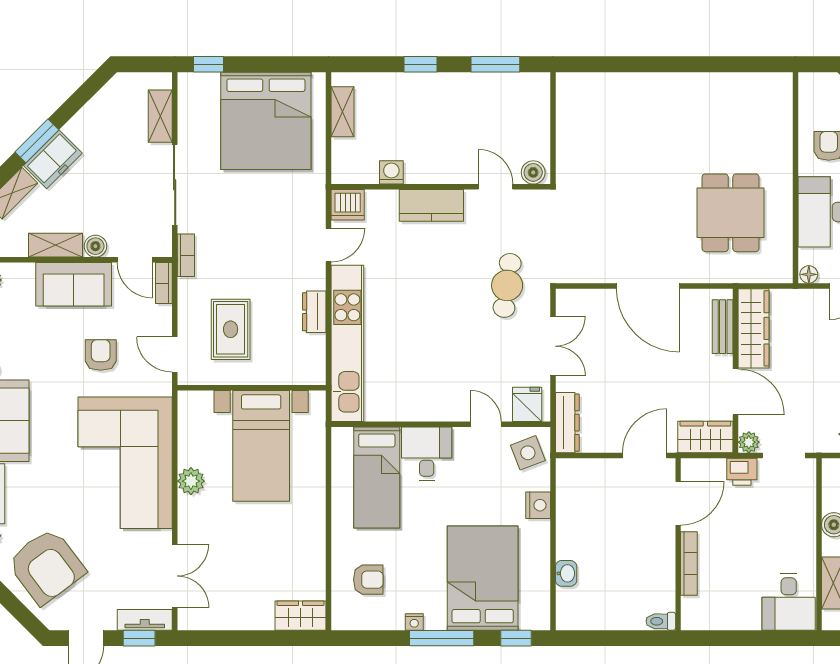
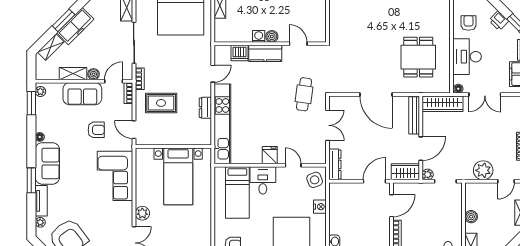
freezer: (53, 159) -> (75, 26), width x1.40
washing machine: (391, 172) -> (259, 36), moved
boiler: (533, 172) -> (272, 36), moved
dishwasher: (348, 205) -> (239, 53), moved
door: (135, 260) -> (114, 81), swing flipped
bench: (723, 327) -> (414, 115), width x1.36
wardrobe: (754, 328) -> (443, 104), moved, turned 90
rug: (231, 329) -> (161, 103), moved, turned 90
armchair: (101, 355) -> (96, 130), turned 90
door: (736, 392) -> (421, 149), hinge flipped
fridge: (527, 404) -> (270, 155), moved
corner sofa: (125, 463) -> (115, 176), width x0.73, depth x0.74
printer: (742, 472) -> (424, 190), removed
plant: (191, 481) -> (142, 213), moved

